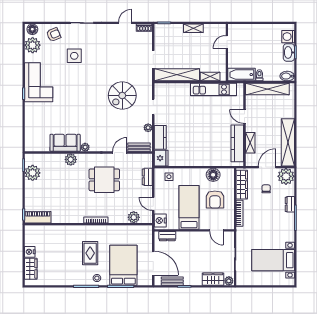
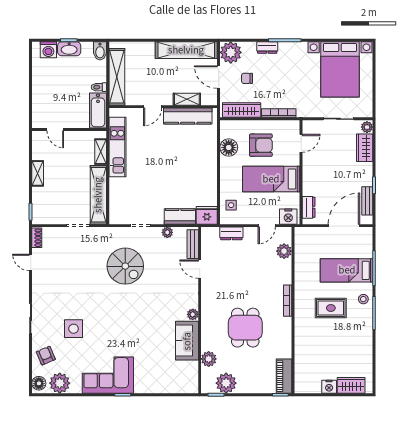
plant: (71, 159) -> (209, 359), moved
dining table: (104, 180) -> (245, 328), moved
bed with nightstands: (273, 260) -> (340, 69), width x1.36
bed: (123, 265) -> (347, 270), width x0.67

